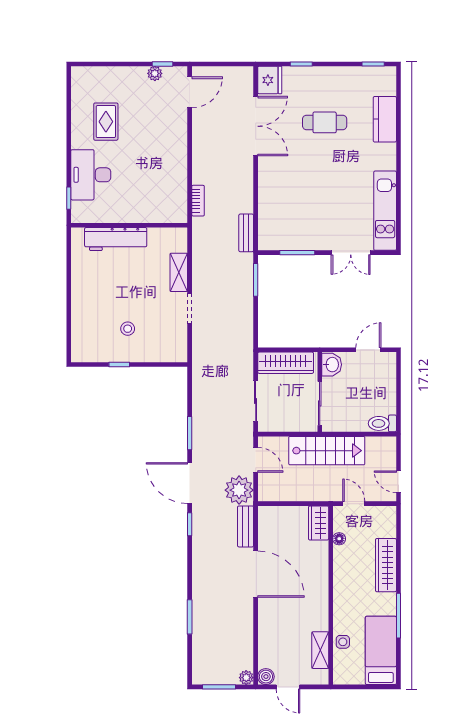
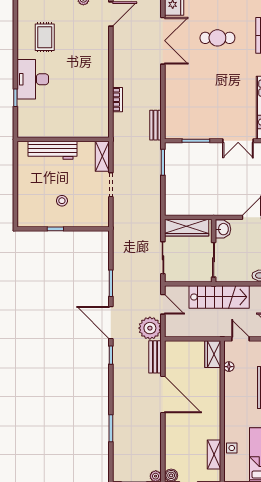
wall: (129, 225) -> (63, 139), moved
workbench: (116, 239) -> (52, 150), moved

